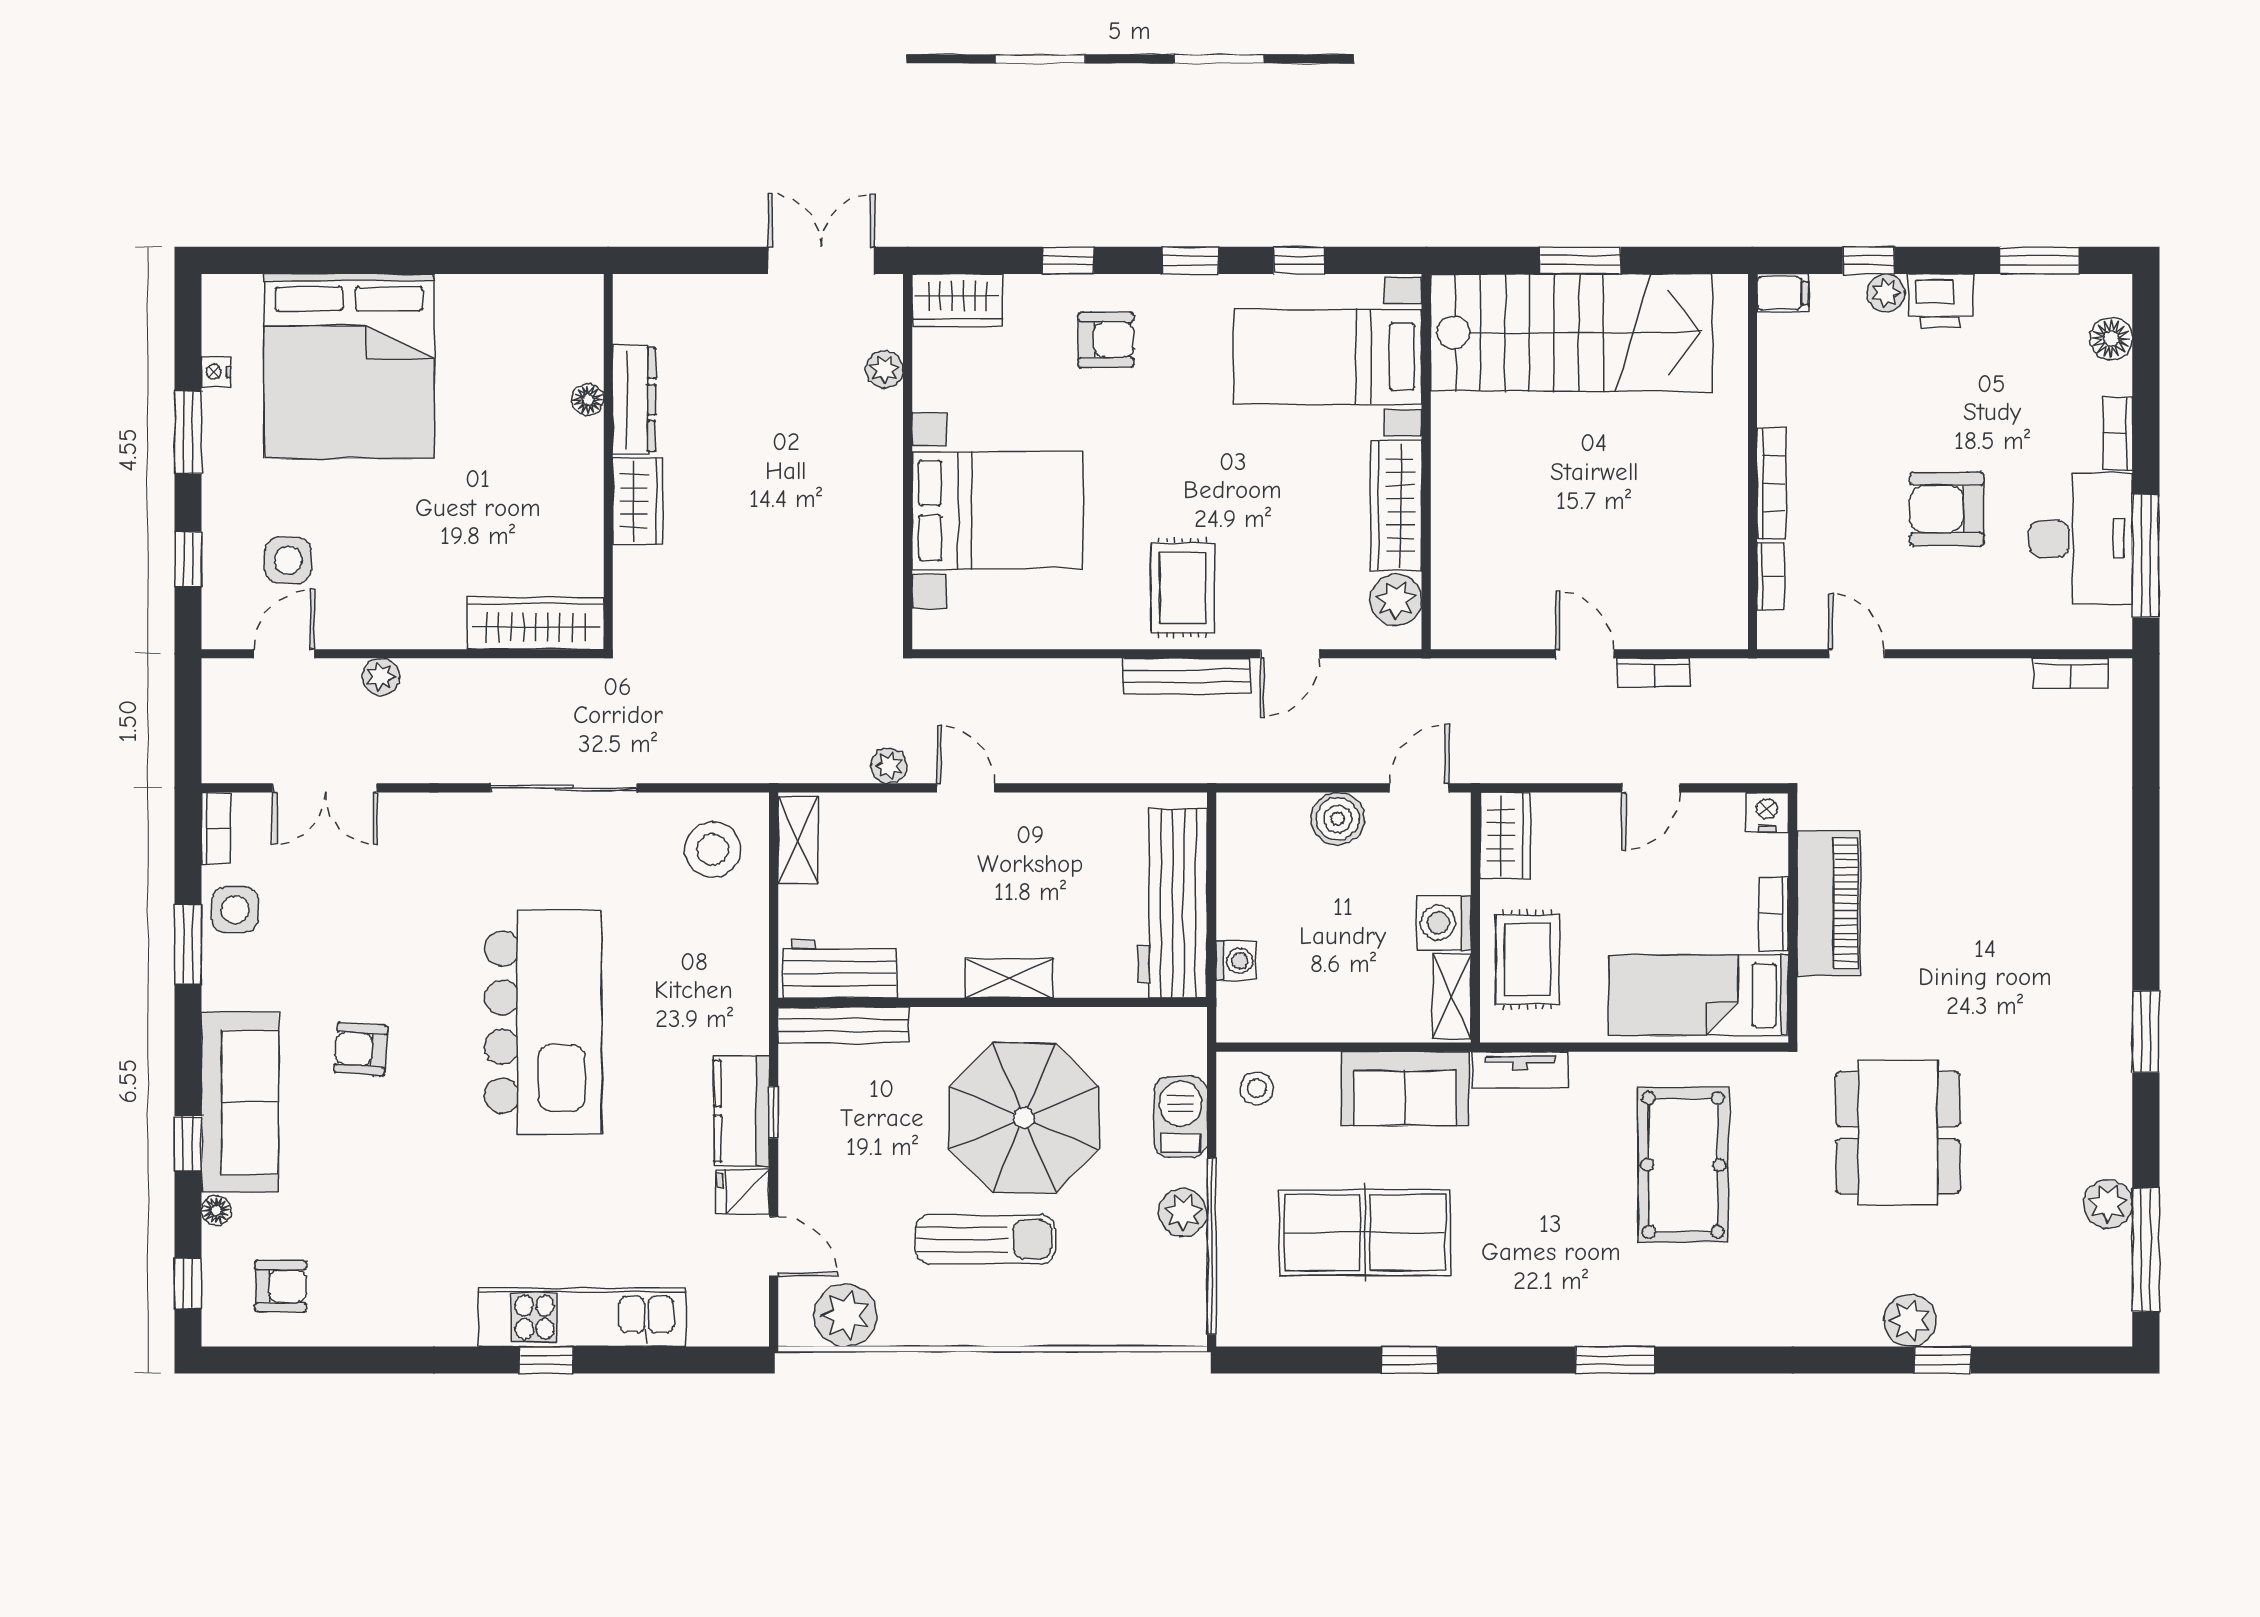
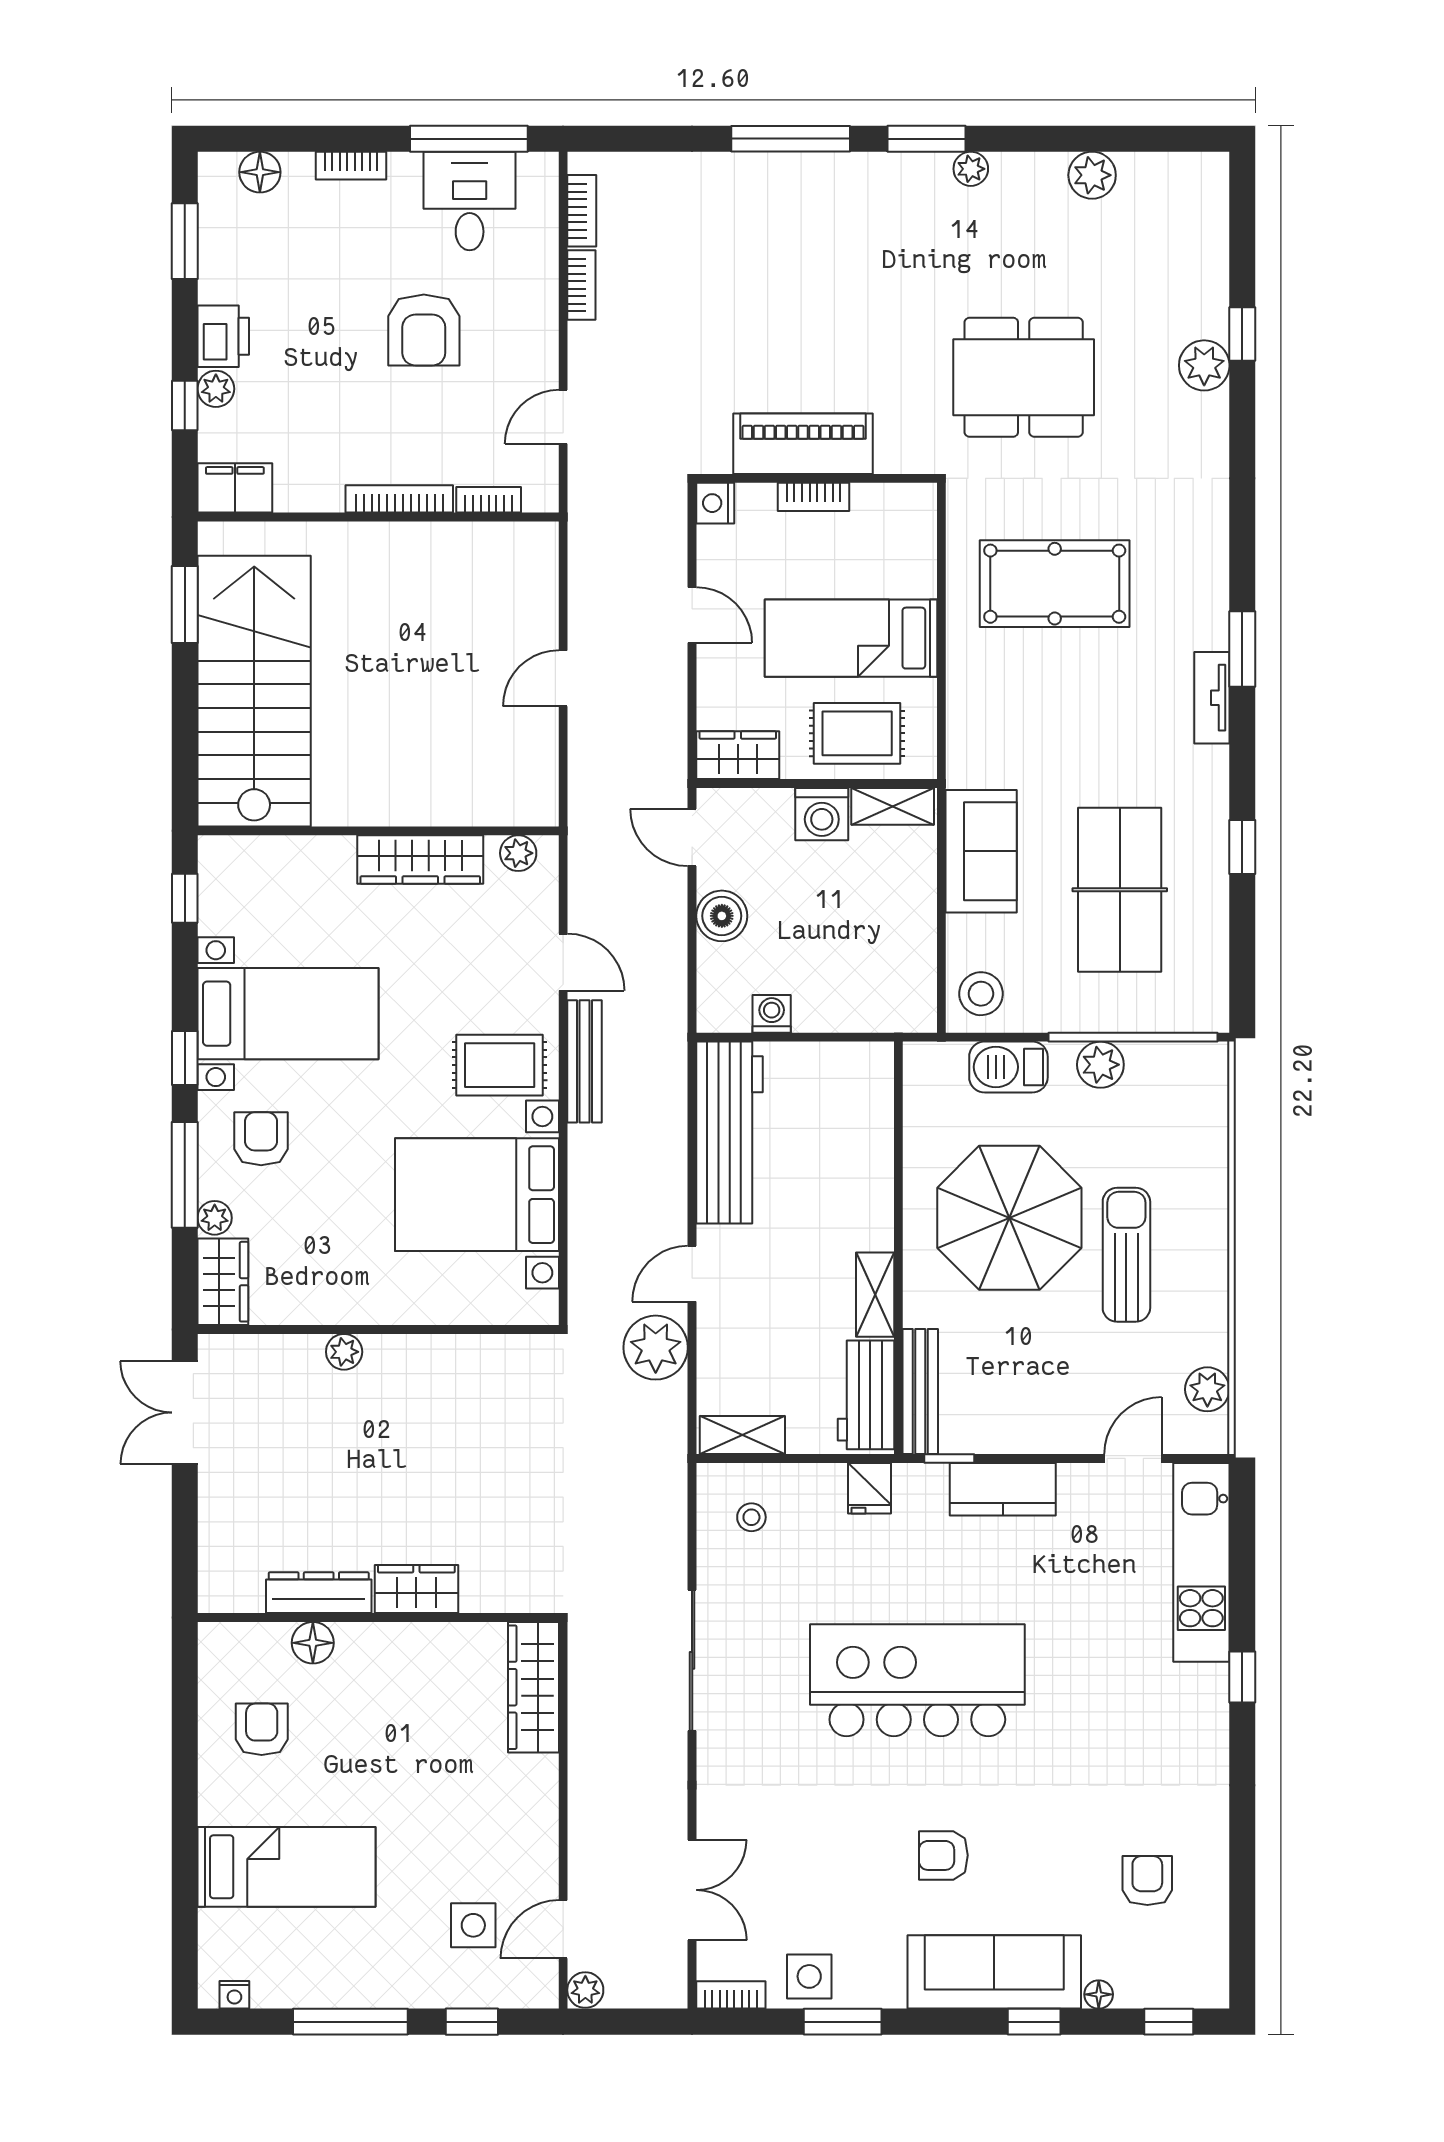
window: (1068, 260) -> (185, 1175), width x2.17
window: (1299, 260) -> (185, 898), moved
window: (1580, 260) -> (185, 605), moved
plant: (1024, 291) -> (215, 1218), added
filing cabinet: (1783, 293) -> (235, 488), width x2.00
armchair: (492, 340) -> (262, 1729), added
bed with nightstands: (1328, 357) -> (288, 1014), moved, turned -90
bed: (349, 366) -> (287, 1867), width x0.49
plant: (885, 369) -> (344, 1352), moved
nightstand: (216, 372) -> (234, 1995), moved
floor lamp: (588, 399) -> (313, 1643), width x1.37, depth x1.37
window: (188, 433) -> (350, 2022), width x1.44
bed with nightstands: (997, 510) -> (477, 1195), moved, turned -90
desk: (2081, 539) -> (470, 201), width x0.73
plant: (1396, 600) -> (518, 853), width x0.73, depth x0.73
door: (284, 654) -> (563, 1929), hinge flipped
bookcase: (1654, 673) -> (581, 285), moved
plant: (381, 677) -> (585, 1990), moved
plant: (889, 766) -> (656, 1348), width x1.88, depth x1.88
stool: (712, 850) -> (751, 1517), width x0.53, depth x0.53
workbench: (1173, 903) -> (729, 1132), moved, turned -90
washing machine: (1236, 961) -> (772, 1014), moved
shelving: (1009, 978) -> (875, 1295), moved
bed: (1699, 995) -> (851, 638), moved, turned 90
armchair: (361, 1049) -> (943, 1855), turned 86
tv unit: (1520, 1070) -> (1212, 698), moved, turned 180
plant: (2115, 1078) -> (971, 169), added
stool: (1257, 1088) -> (981, 994), width x1.37, depth x1.37
window: (774, 1112) -> (949, 1458), moved
fridge: (743, 1192) -> (870, 1488), moved
window: (2146, 1250) -> (791, 139), moved
armchair: (280, 1286) -> (1147, 1881), moved
plant: (846, 1315) -> (1207, 1389), width x0.73, depth x0.73
kitchen unit: (582, 1317) -> (1201, 1562), moved

